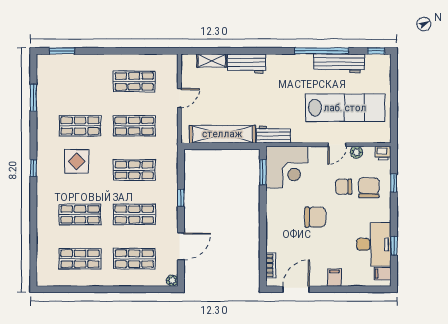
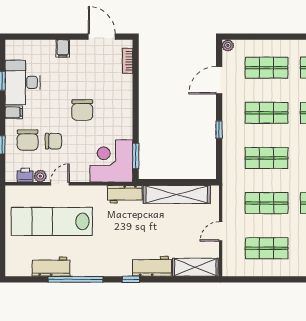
window: (376, 51) -> (131, 279), moved
shelving: (212, 61) -> (195, 267), width x1.50, depth x1.33
workbench: (339, 63) -> (51, 267), width x0.73
printer: (383, 153) -> (25, 175), moved
chair: (315, 217) -> (82, 110), turned -90
filing cabinet: (382, 274) -> (14, 112), moved
door: (296, 289) -> (102, 37), swing flipped

